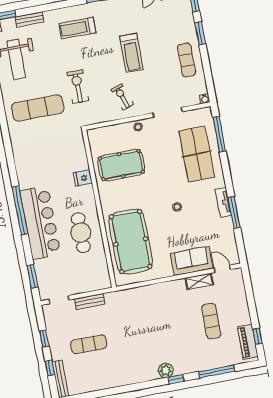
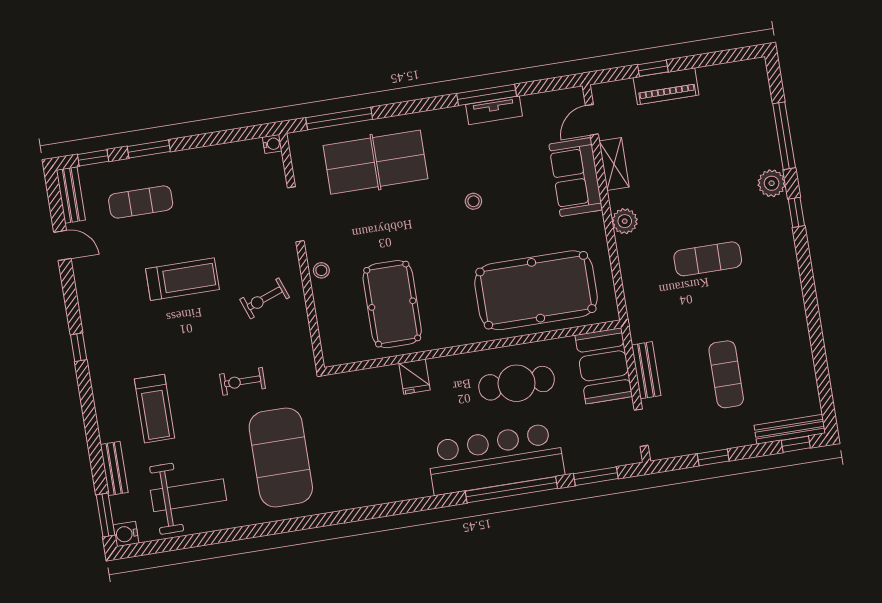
treadmill: (77, 28) -> (155, 409), moved
exercise mat: (187, 60) -> (141, 202), moved
exercise bike: (78, 86) -> (243, 381), width x0.73, depth x0.72
exercise mat: (38, 108) -> (281, 457), width x1.47
tv unit: (223, 202) -> (494, 110), moved
window: (20, 210) -> (511, 490), moved
booth: (91, 279) -> (604, 366), added
plant: (169, 288) -> (625, 221), added
exercise mat: (211, 321) -> (708, 259), moved
window: (258, 336) -> (653, 68), moved
piano: (248, 342) -> (666, 86), moved
window: (50, 368) -> (796, 444), moved
plant: (166, 370) -> (772, 183), moved

